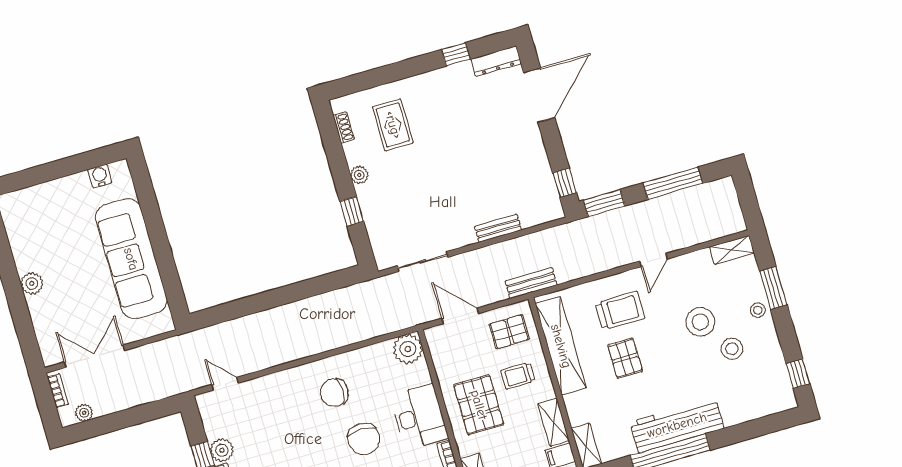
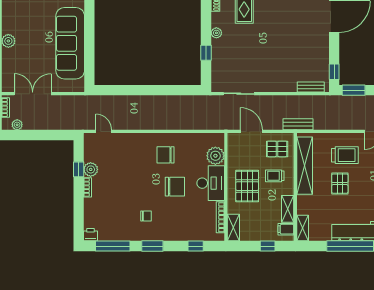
bench: (498, 228) -> (311, 87), moved
plant: (408, 349) -> (215, 156), moved
chair: (364, 439) -> (175, 187), turned -90

